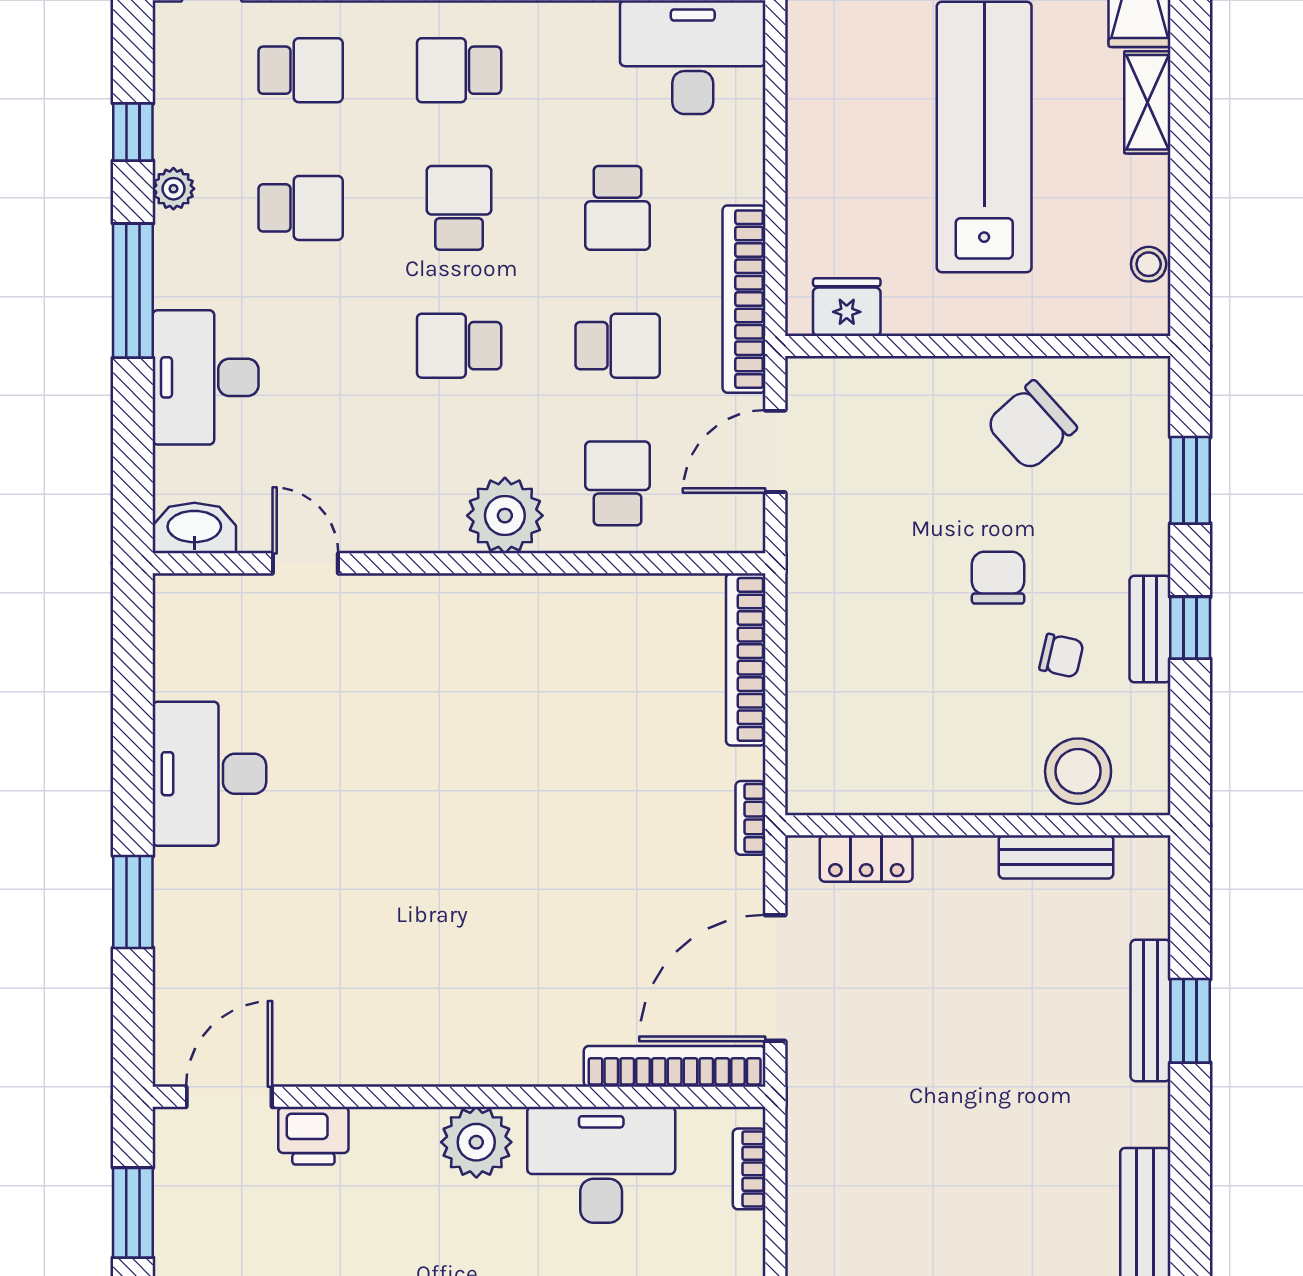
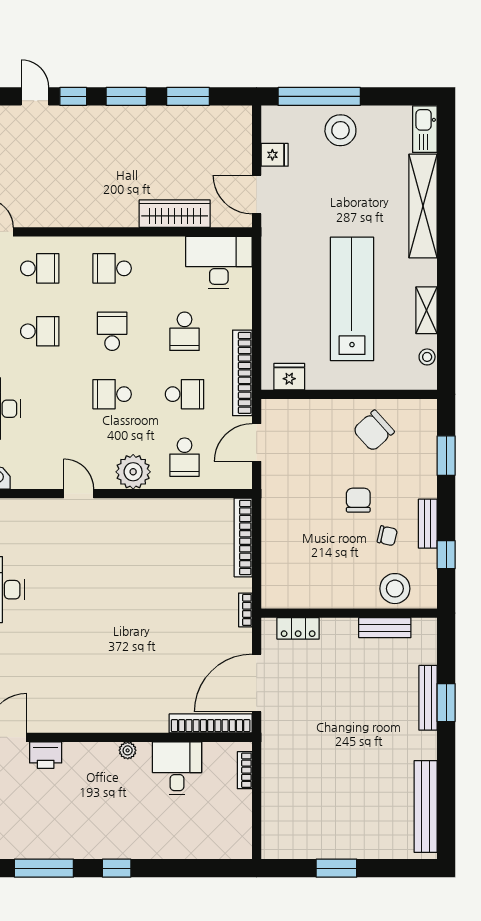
shelving: (1147, 102) -> (427, 310), moved
school desk: (618, 483) -> (185, 457), turned 180
door: (305, 563) -> (79, 494), moved
window: (1190, 628) -> (446, 555), moved
plant: (476, 1142) -> (128, 750), width x0.53, depth x0.53
desk: (601, 1165) -> (177, 768), width x0.73

